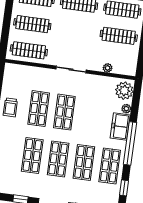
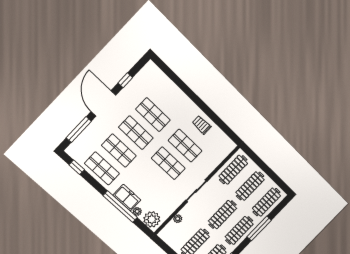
clothes rail: (76, 30) -> (222, 215), added
window: (130, 143) -> (120, 207), moved

